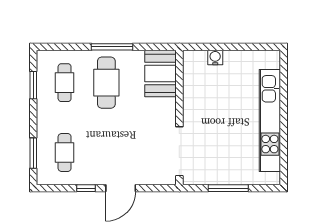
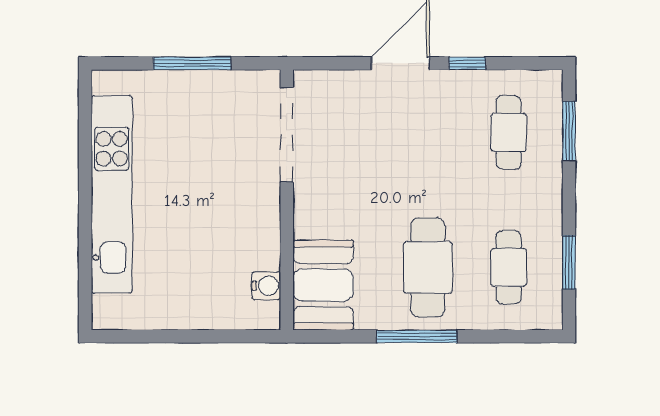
water cooler: (215, 58) -> (266, 286), moved, turned -90

